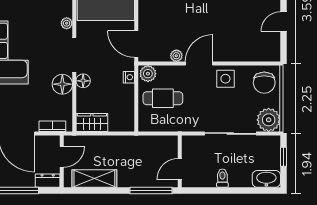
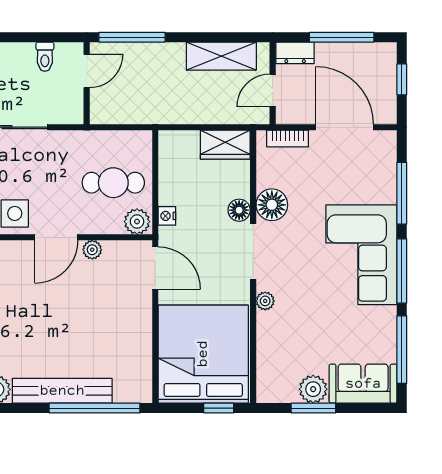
toilet: (222, 178) -> (45, 57), moved

